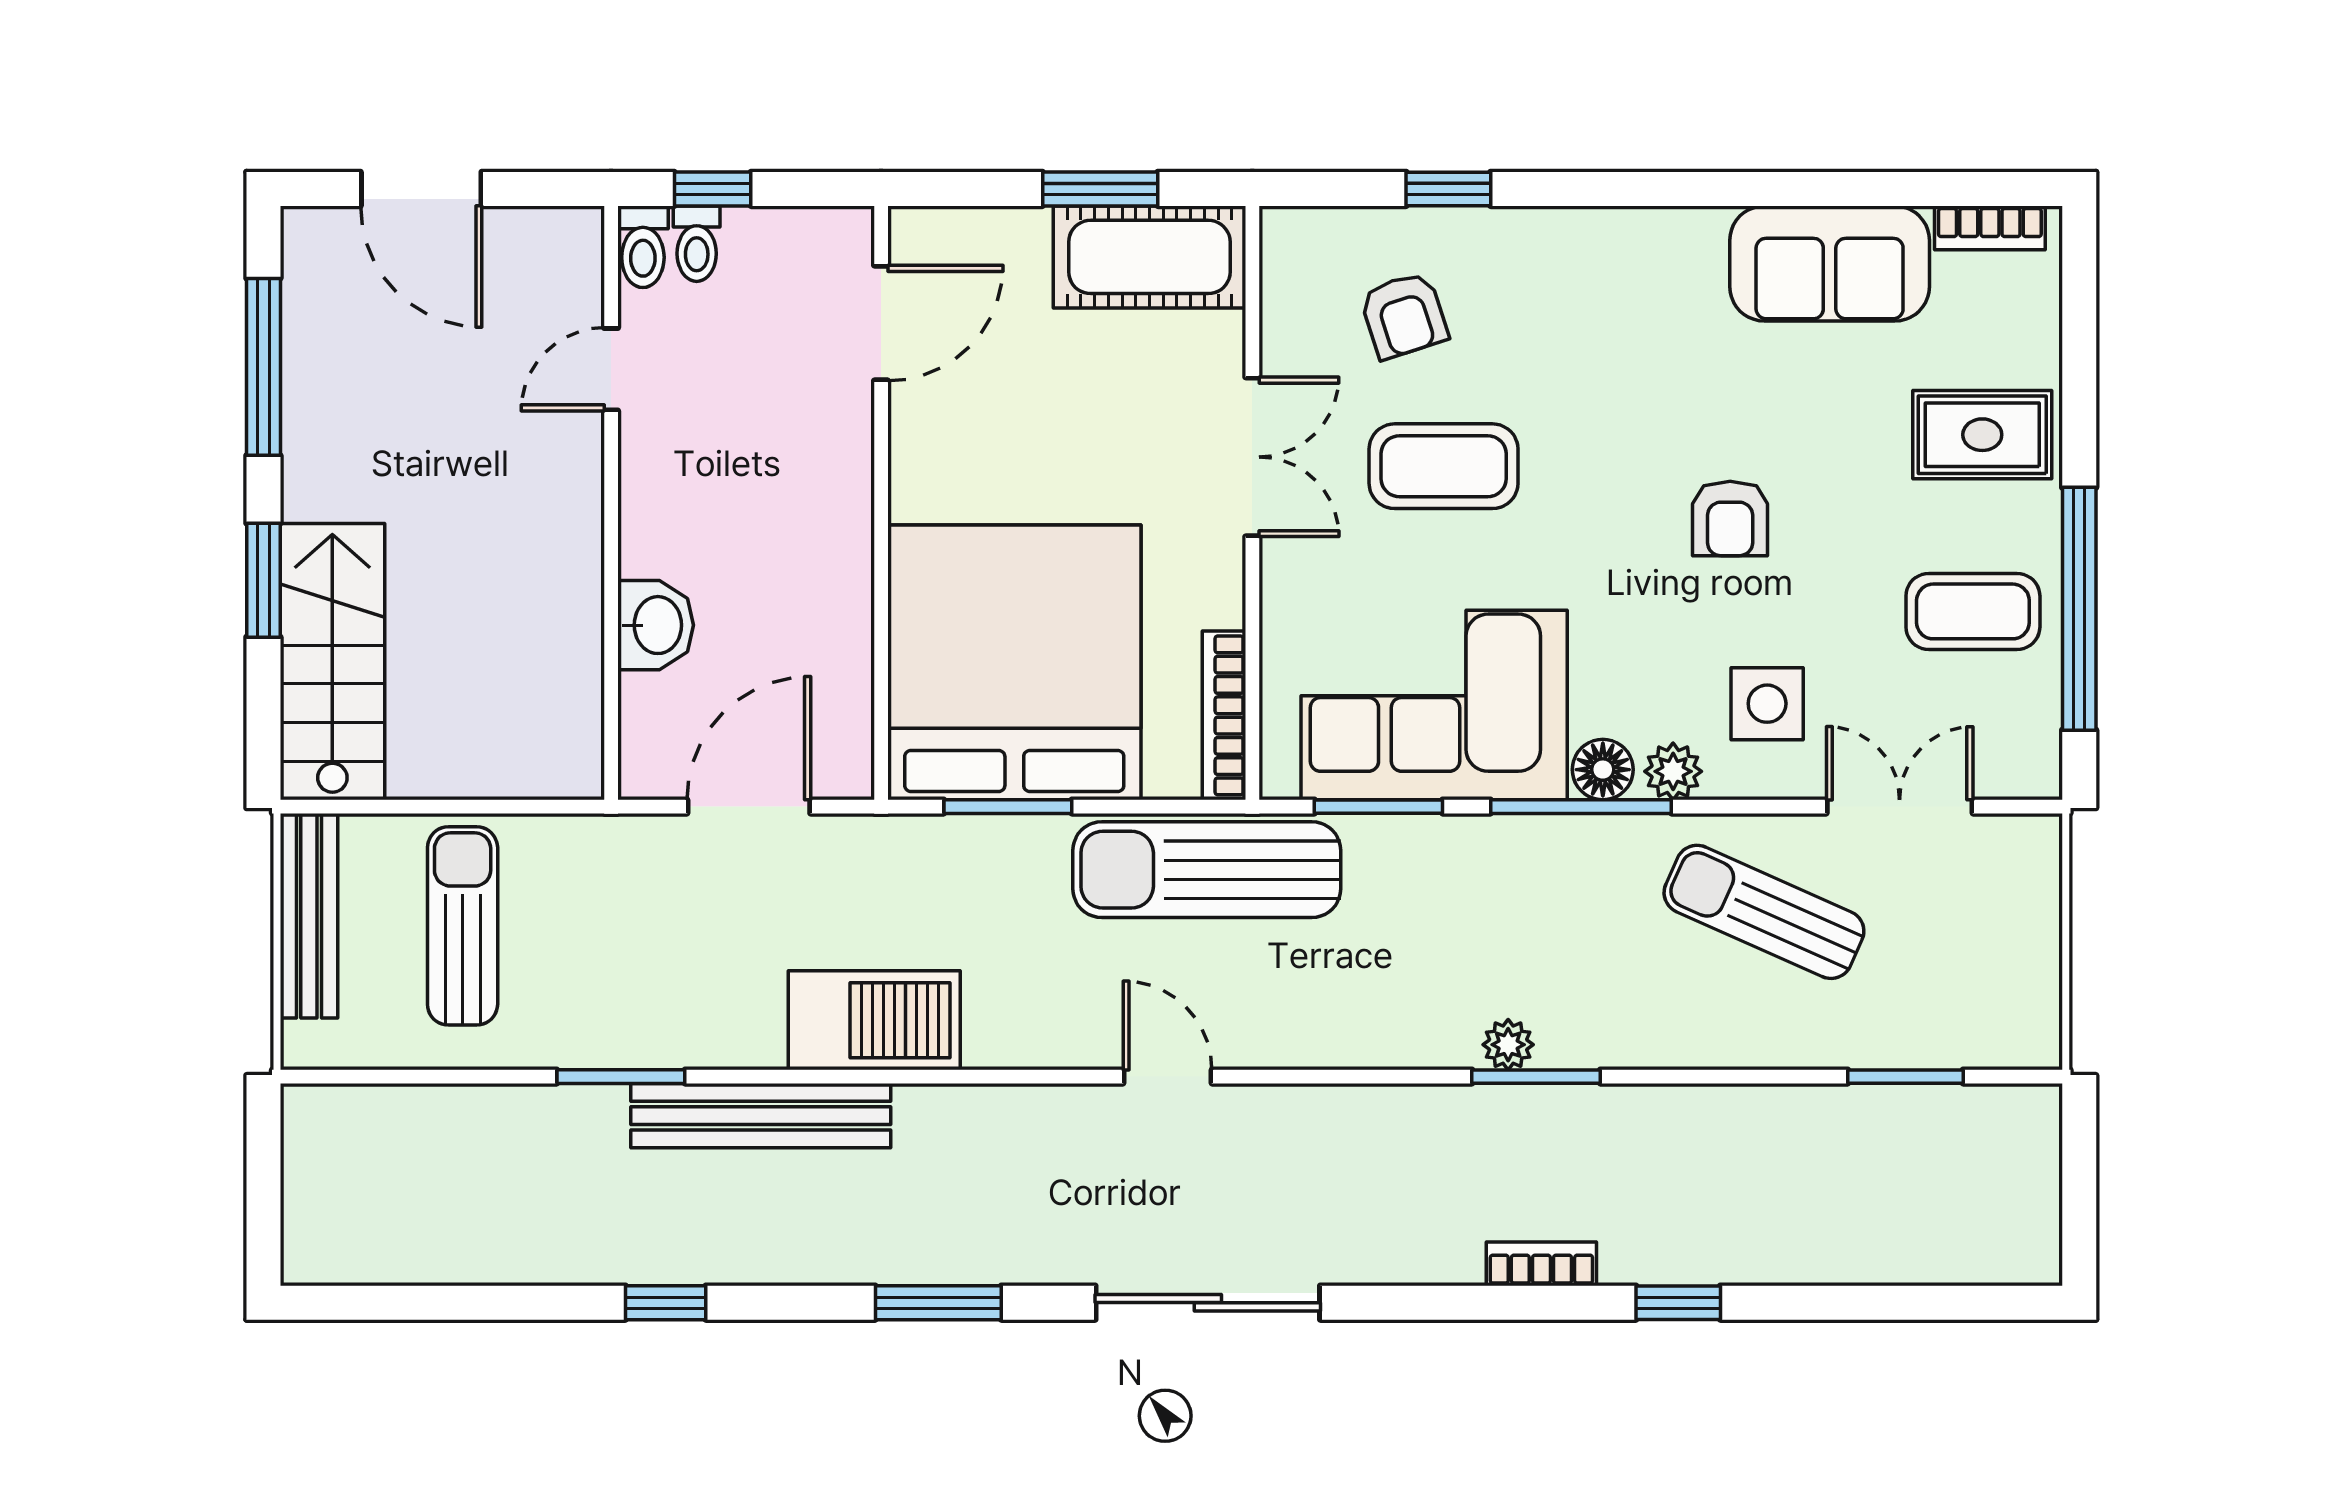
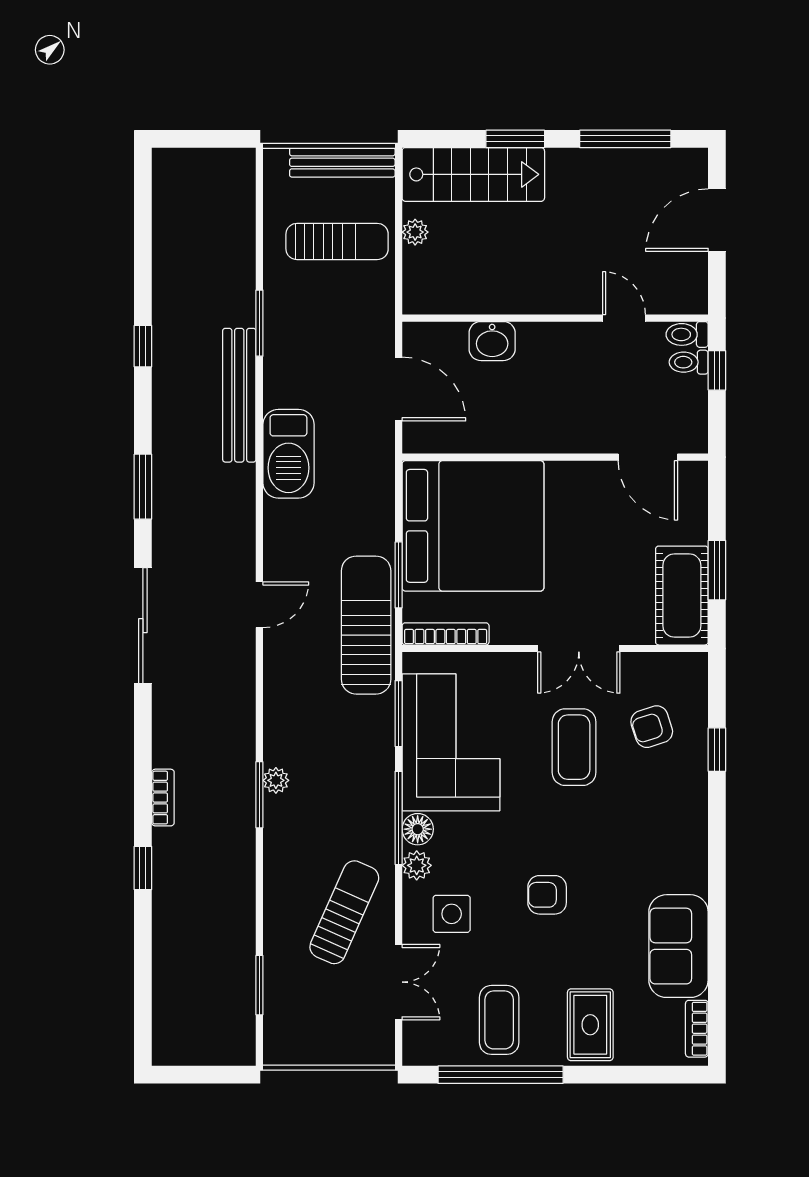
plant: (444, 775) -> (415, 232), added
window: (1008, 807) -> (399, 575), moved

